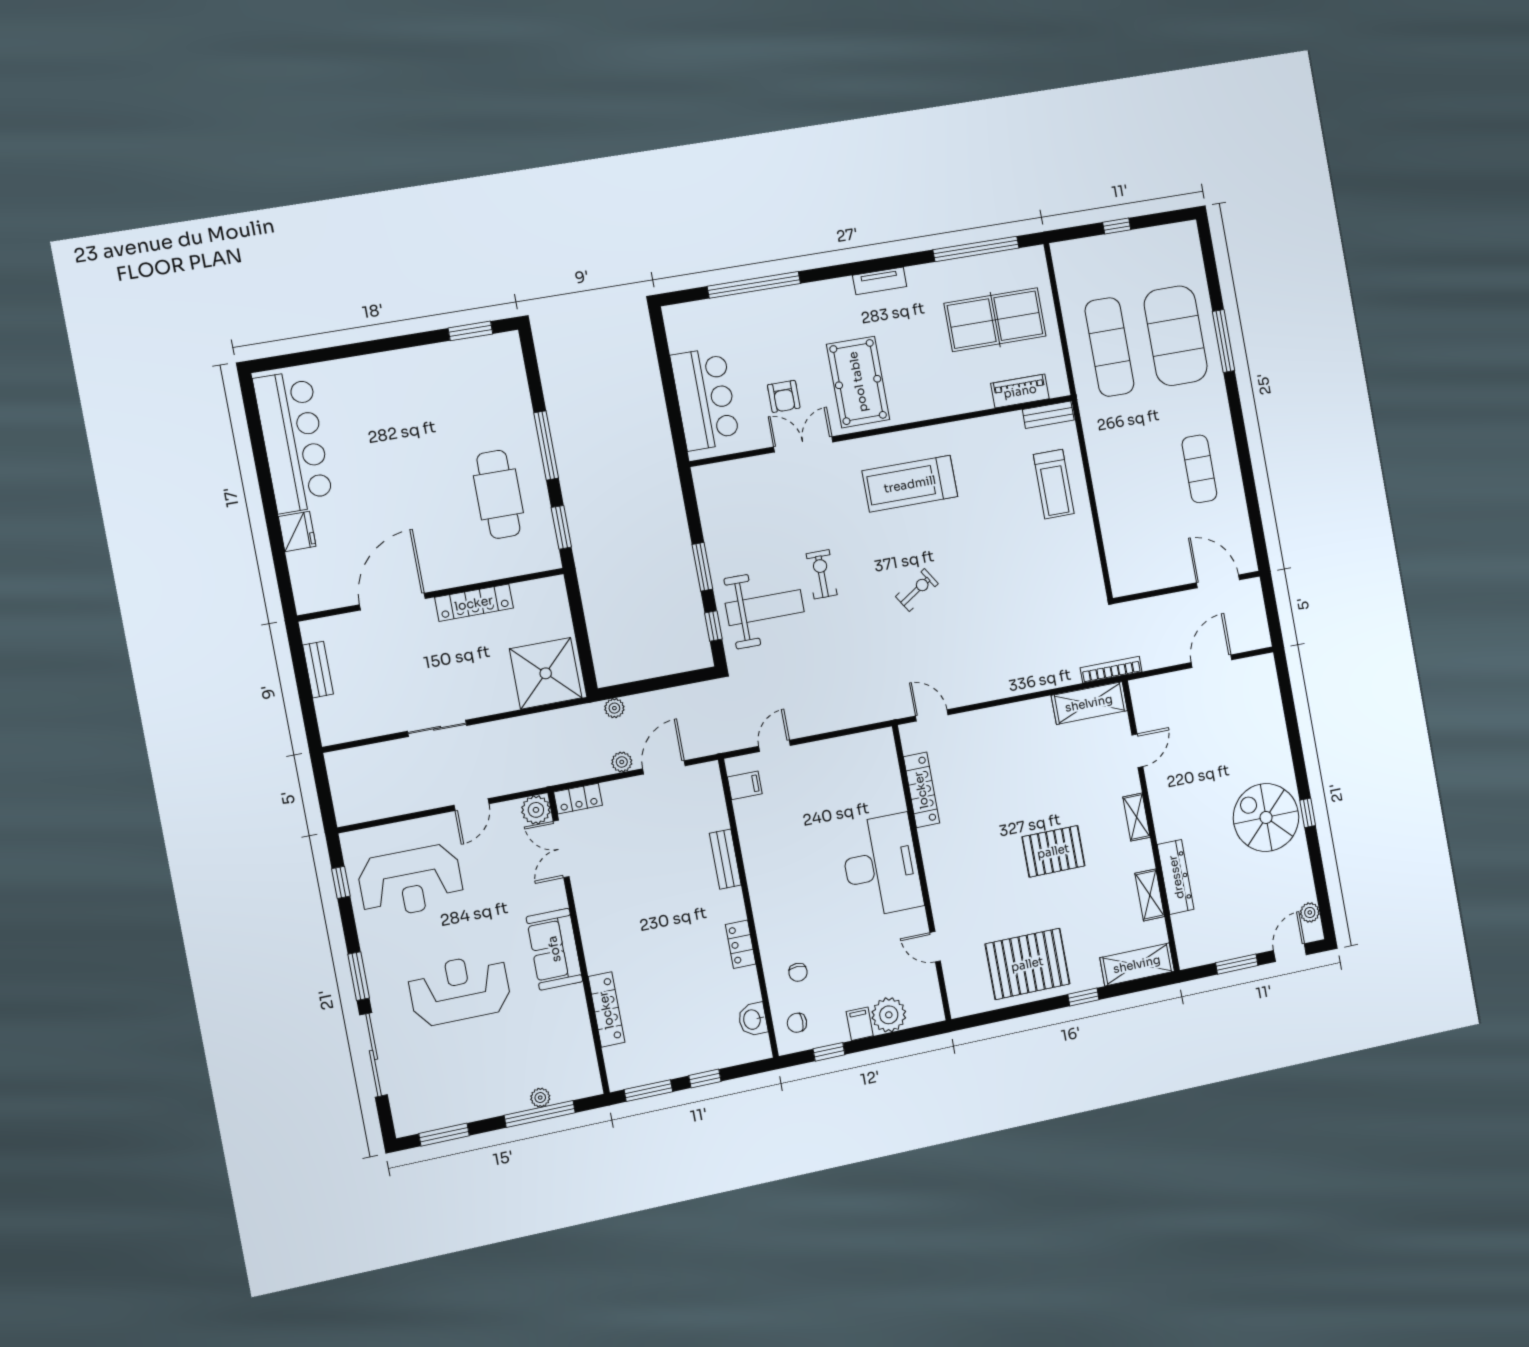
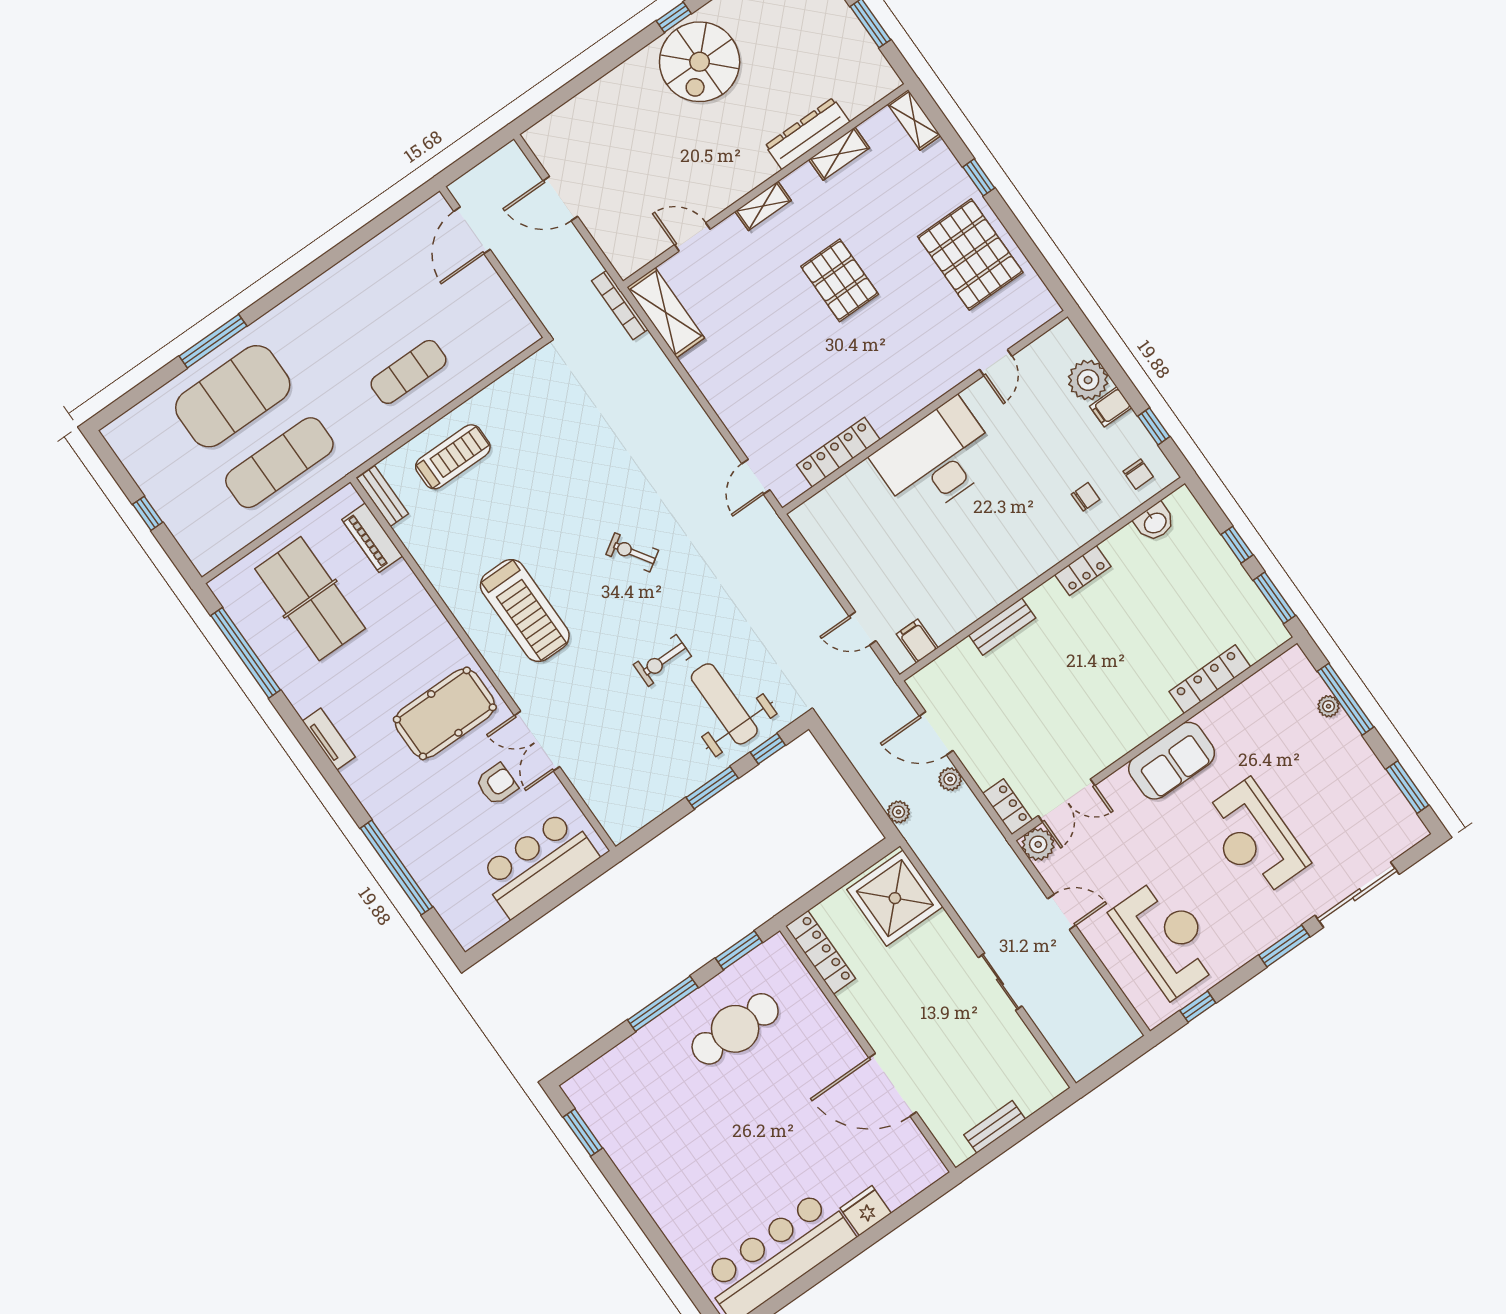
exercise mat: (1199, 469) -> (409, 372), moved
locker: (474, 603) -> (821, 952), moved
shelving: (1137, 964) -> (914, 120), width x0.67, depth x0.75

